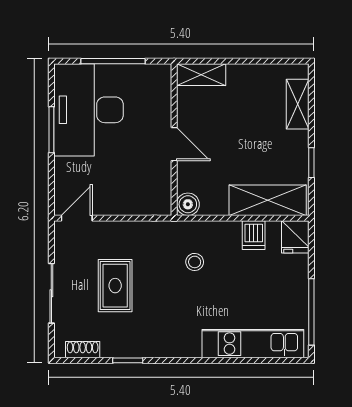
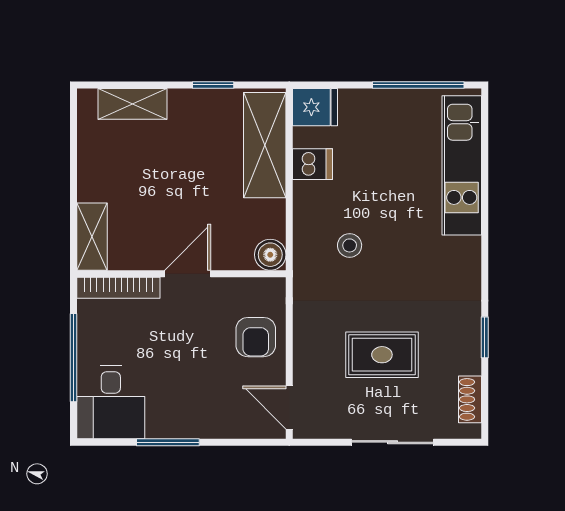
bookcase: (164, 94) -> (118, 288), added
desk: (89, 110) -> (111, 402), width x0.53, depth x0.77
armchair: (128, 194) -> (256, 337), added

